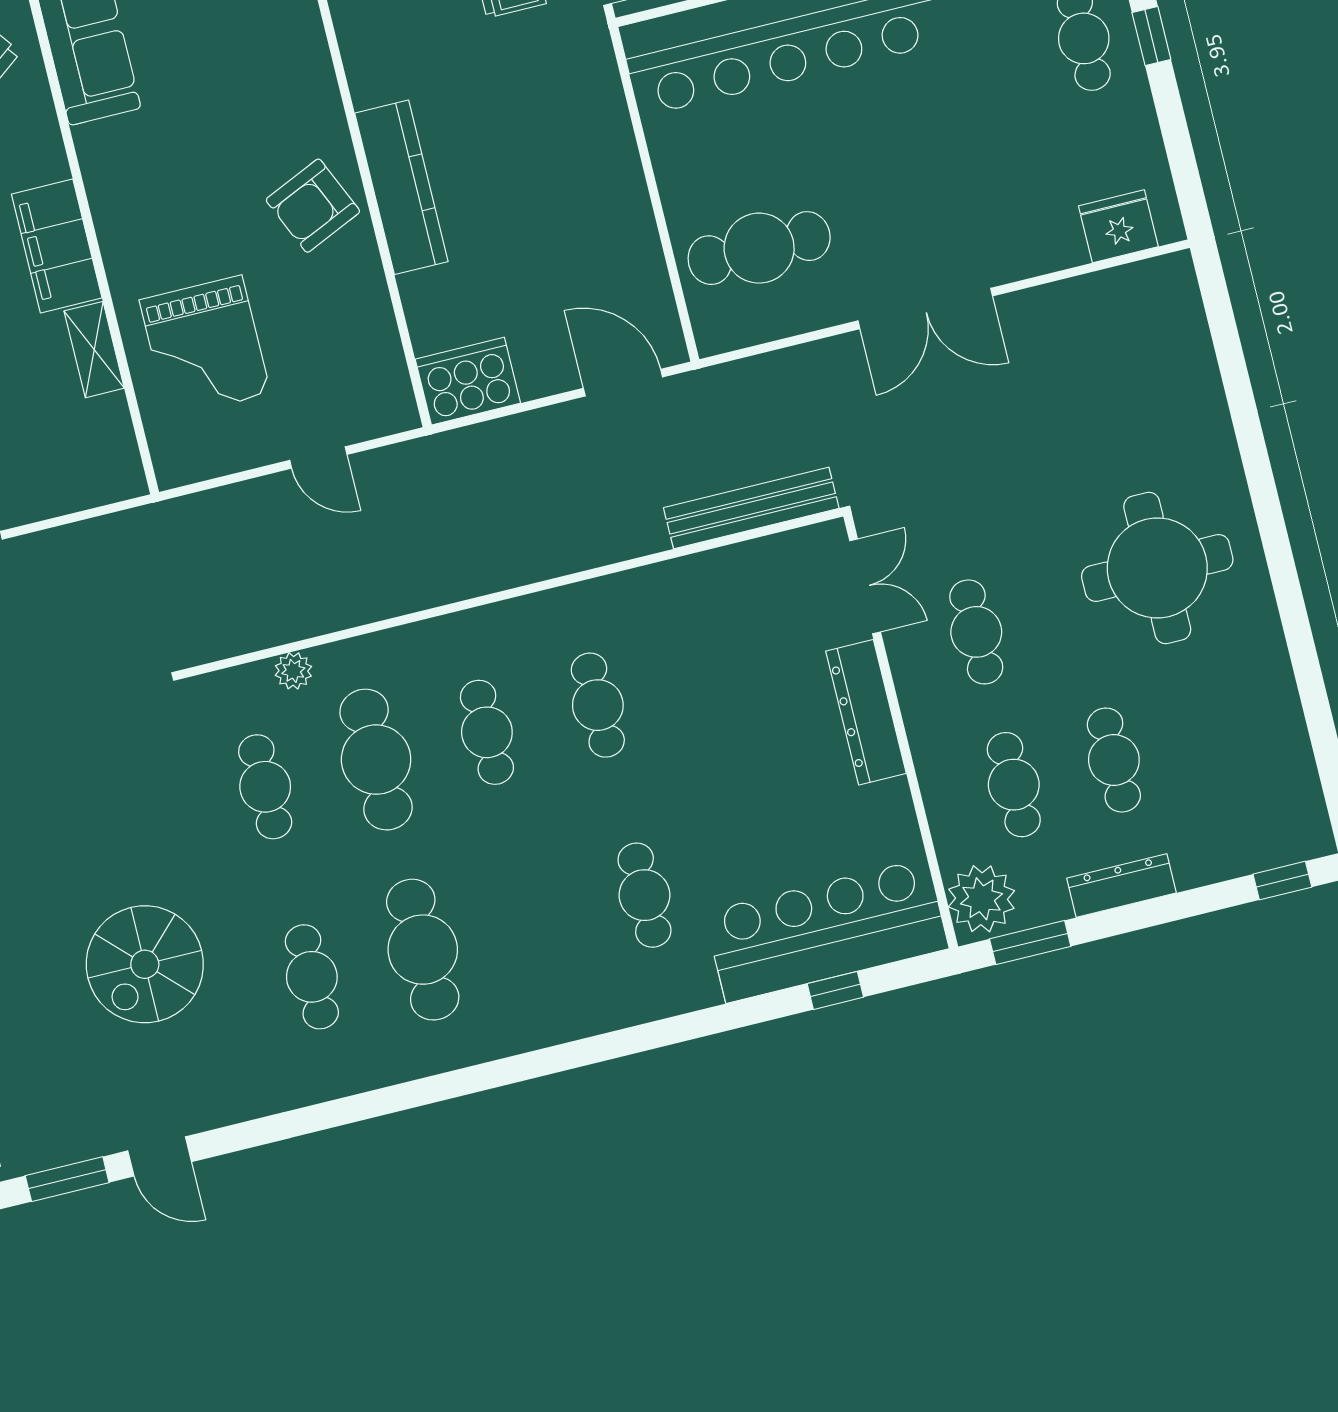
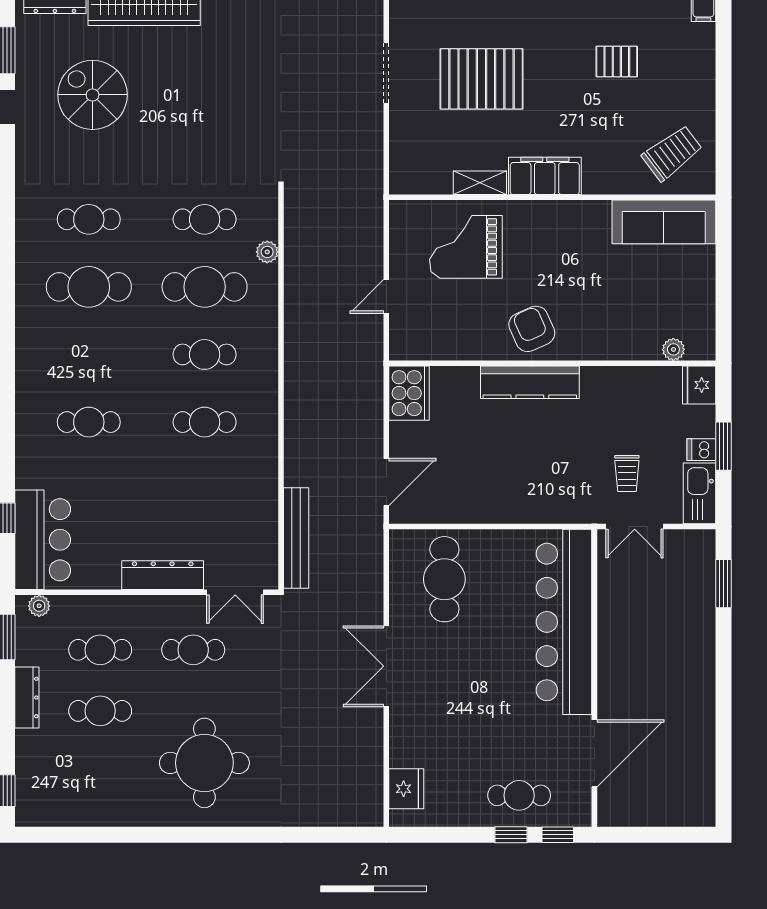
plant: (981, 899) -> (39, 606), width x0.53, depth x0.53
bar counter: (826, 931) -> (43, 540), width x0.73
spiral stairs: (145, 964) -> (93, 95), moved

